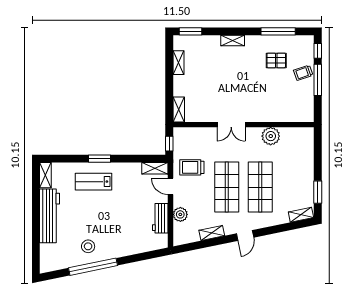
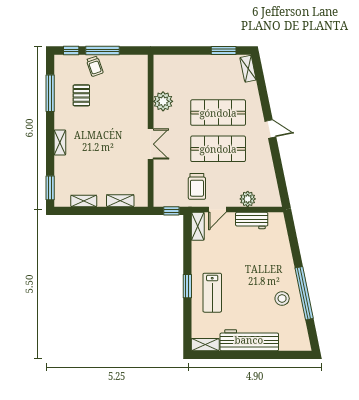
shelving: (179, 109) -> (120, 201), moved
shelving: (212, 233) -> (268, 165), removed

